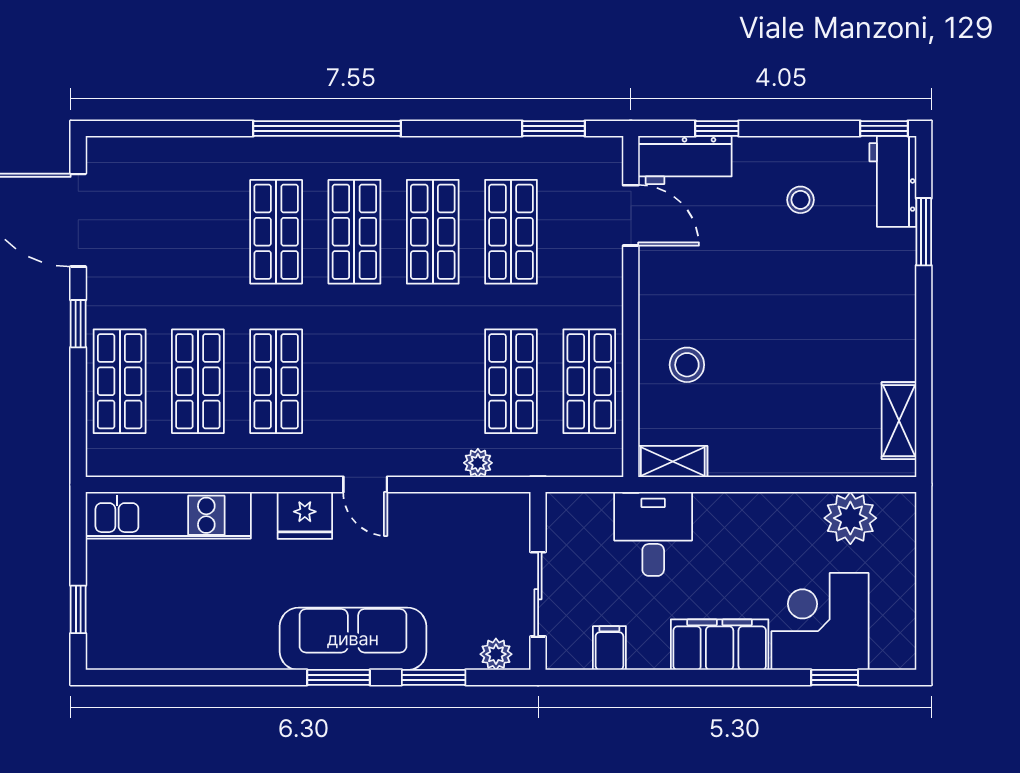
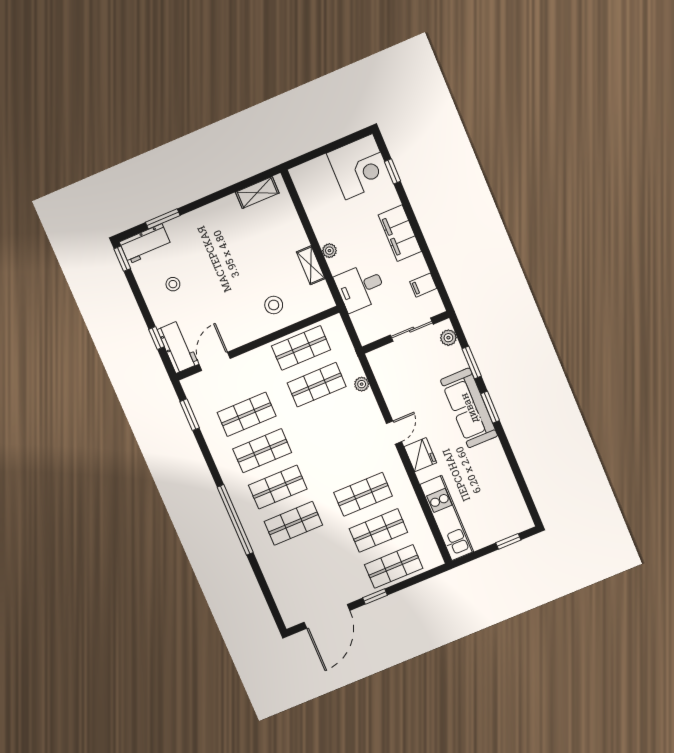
shelving: (673, 462) -> (311, 265), moved
plant: (850, 518) -> (329, 251), moved, width x0.53, depth x0.53
corner desk: (820, 621) -> (359, 167), moved, turned -90

